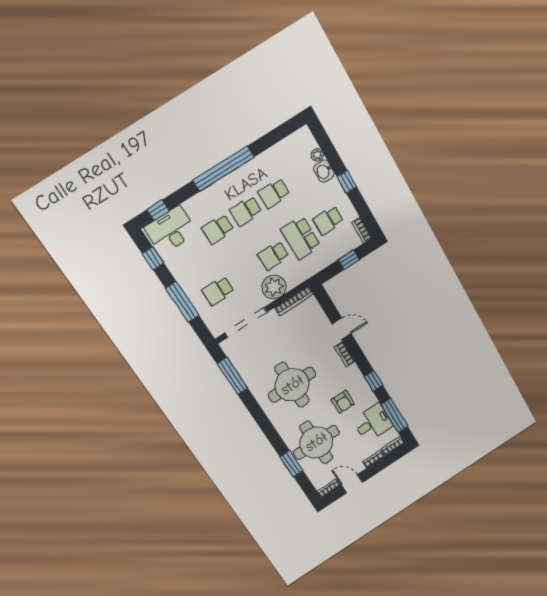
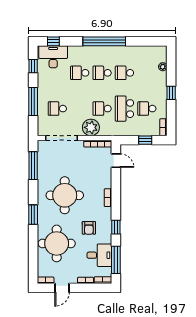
washbasin: (324, 171) -> (161, 78), removed
door: (342, 329) -> (116, 161), moved
window: (292, 464) -> (33, 215), moved
door: (352, 484) -> (62, 288), swing flipped

